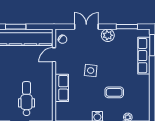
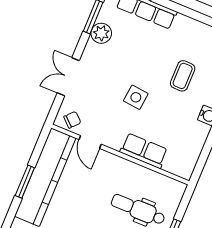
plant: (108, 35) -> (101, 33), moved

